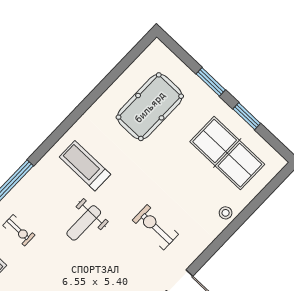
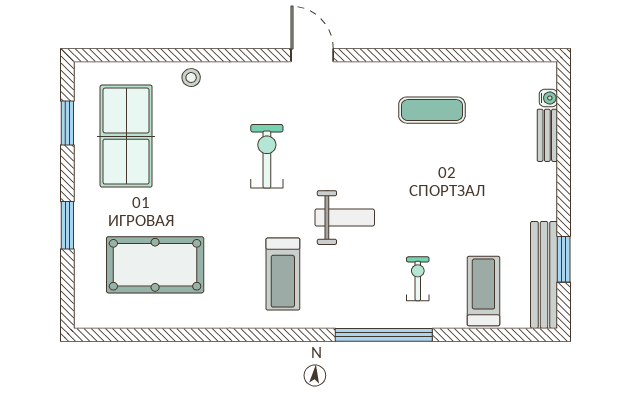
window: (247, 116) -> (67, 123), moved
exercise bike: (155, 227) -> (267, 156), moved, turned 180

